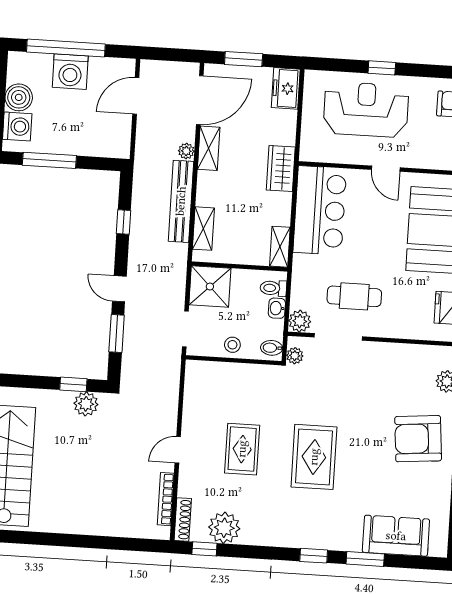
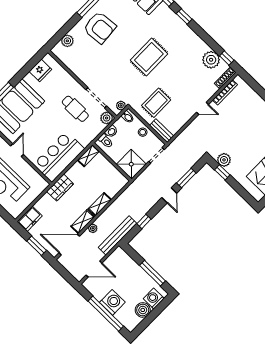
bench: (181, 201) -> (118, 235), moved
shelving: (203, 229) -> (100, 204), moved
bench: (208, 370) -> (162, 131), added
rug: (242, 449) -> (156, 103), moved

